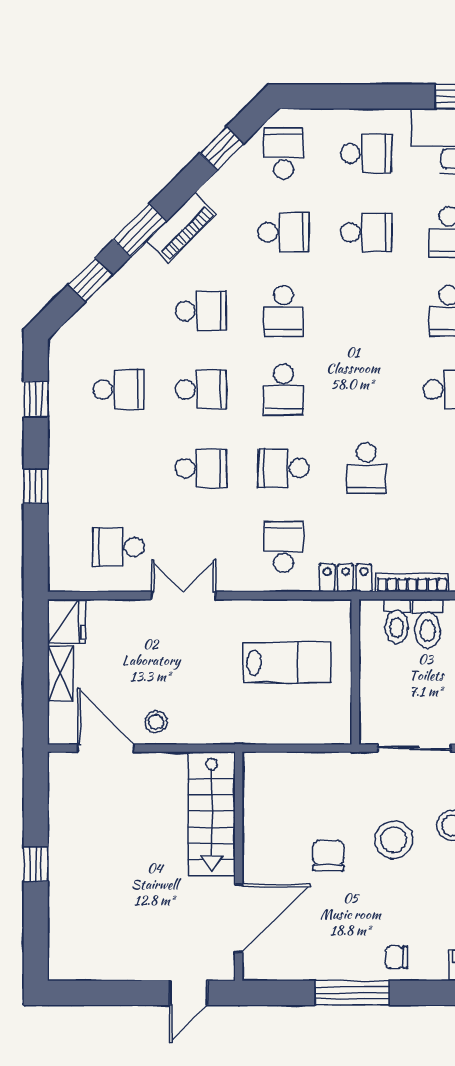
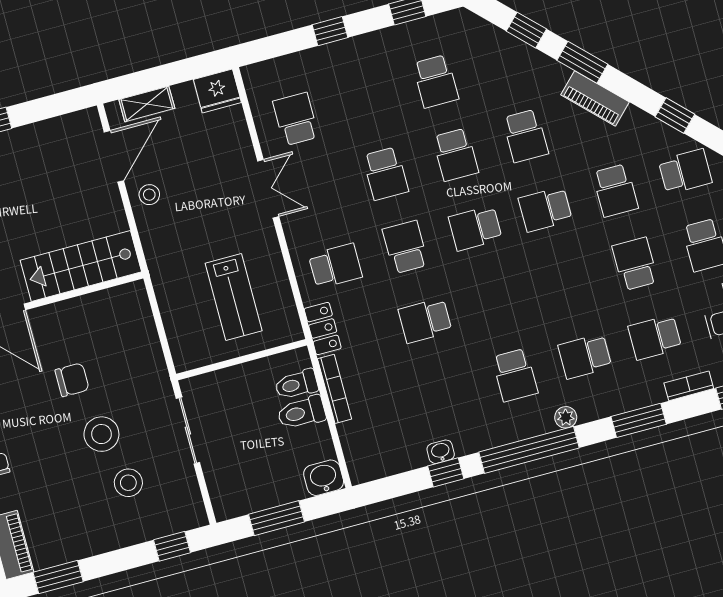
school desk: (366, 232) -> (635, 264), turned 180
shelving: (60, 674) -> (147, 104), moved

